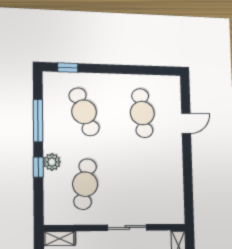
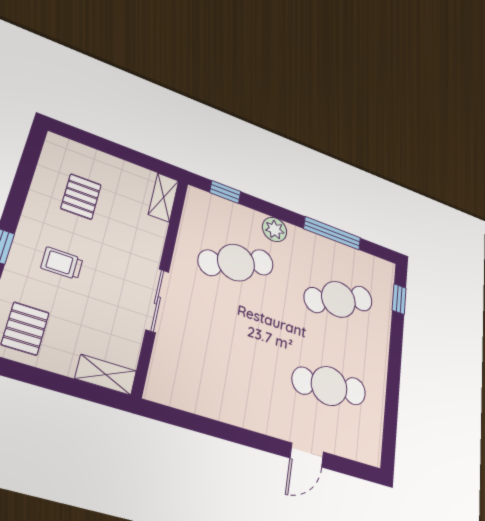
door: (186, 123) -> (307, 455), hinge flipped
window: (38, 167) -> (225, 192), moved
cafe table: (85, 184) -> (236, 262), turned -30

